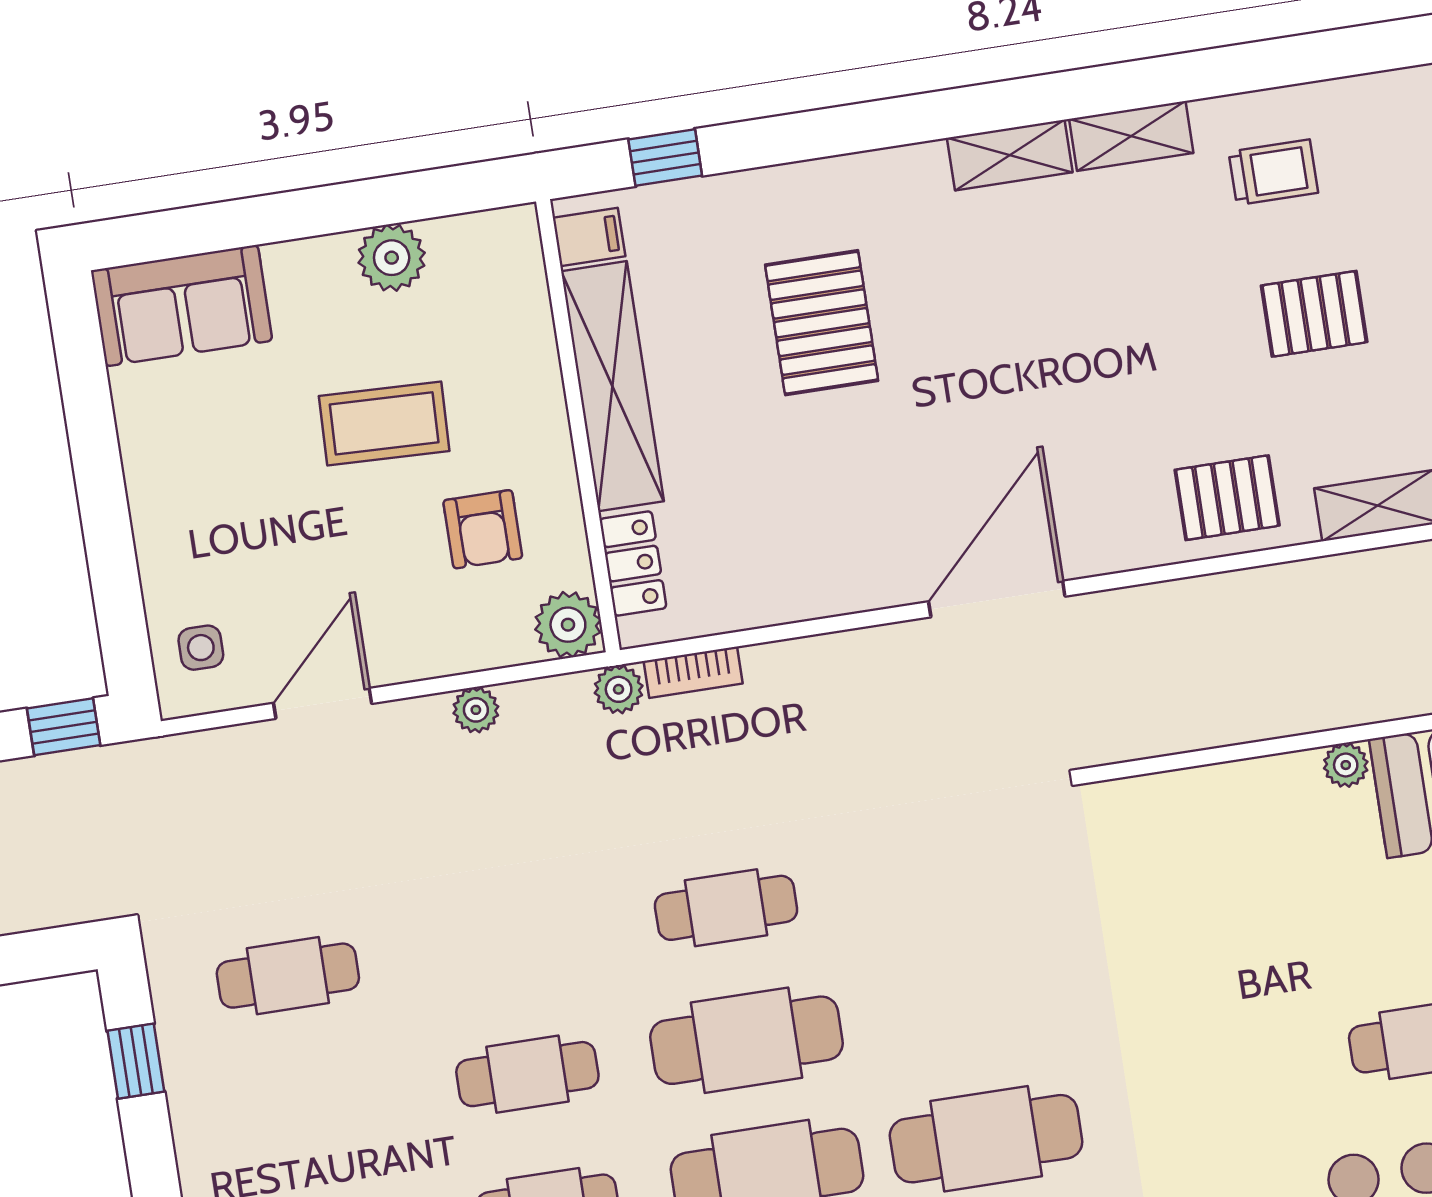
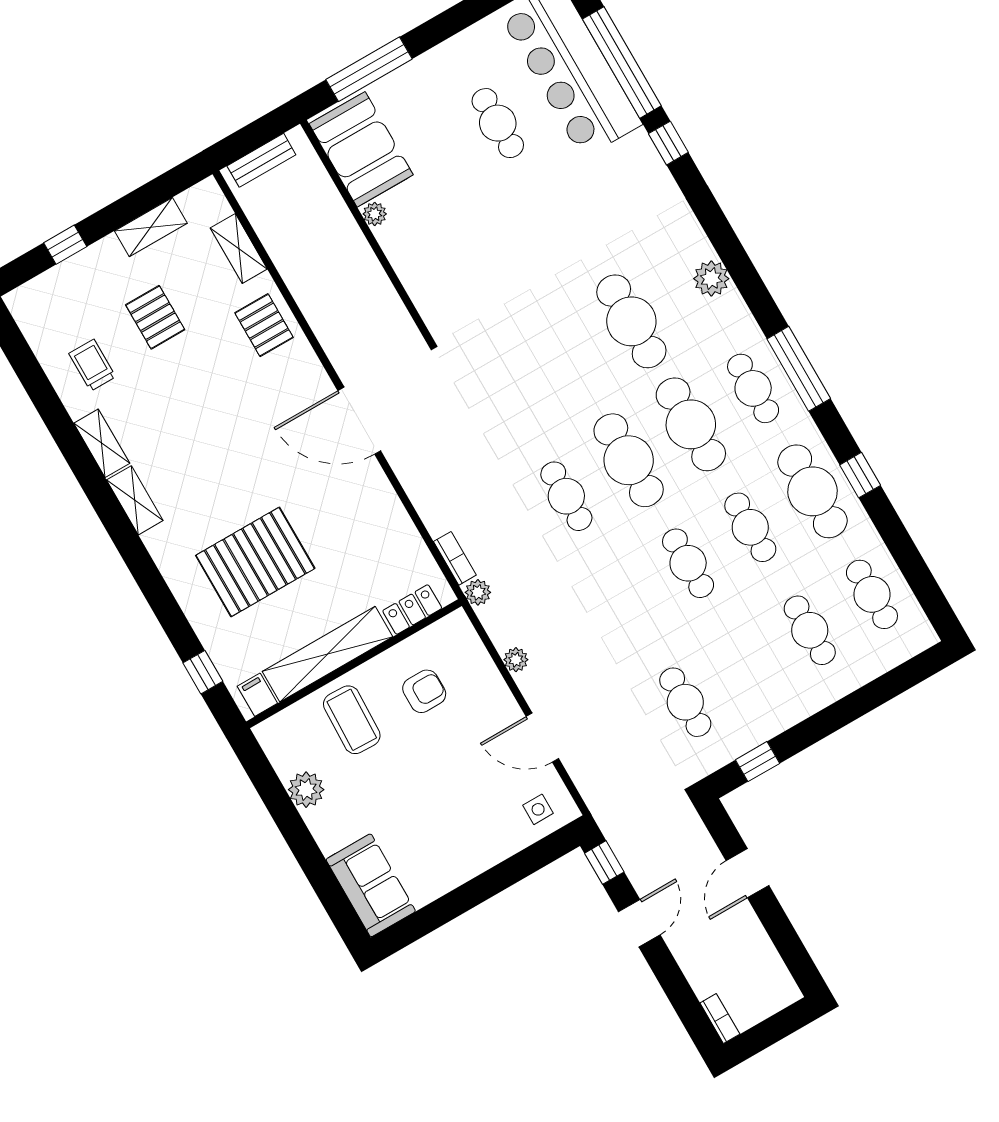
pallet: (822, 323) -> (255, 562), width x1.37, depth x1.41
coffee table: (384, 423) -> (352, 720), moved
plant: (568, 625) -> (455, 630), removed

